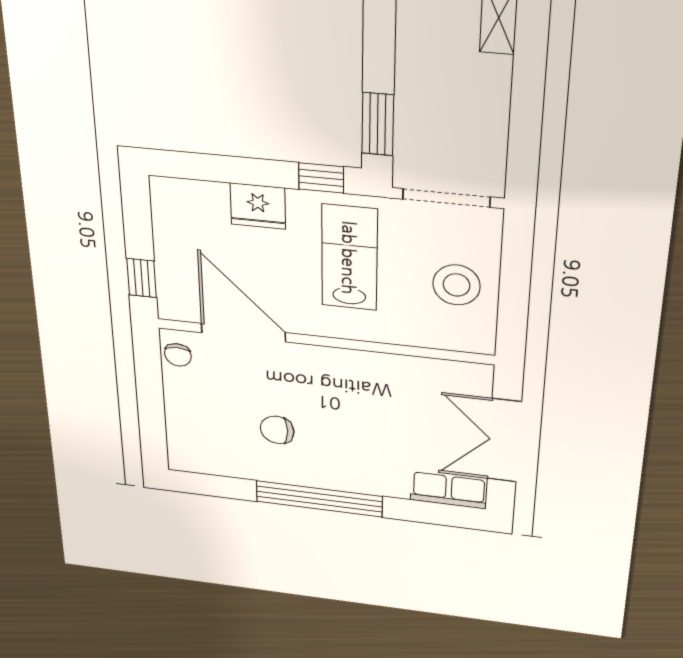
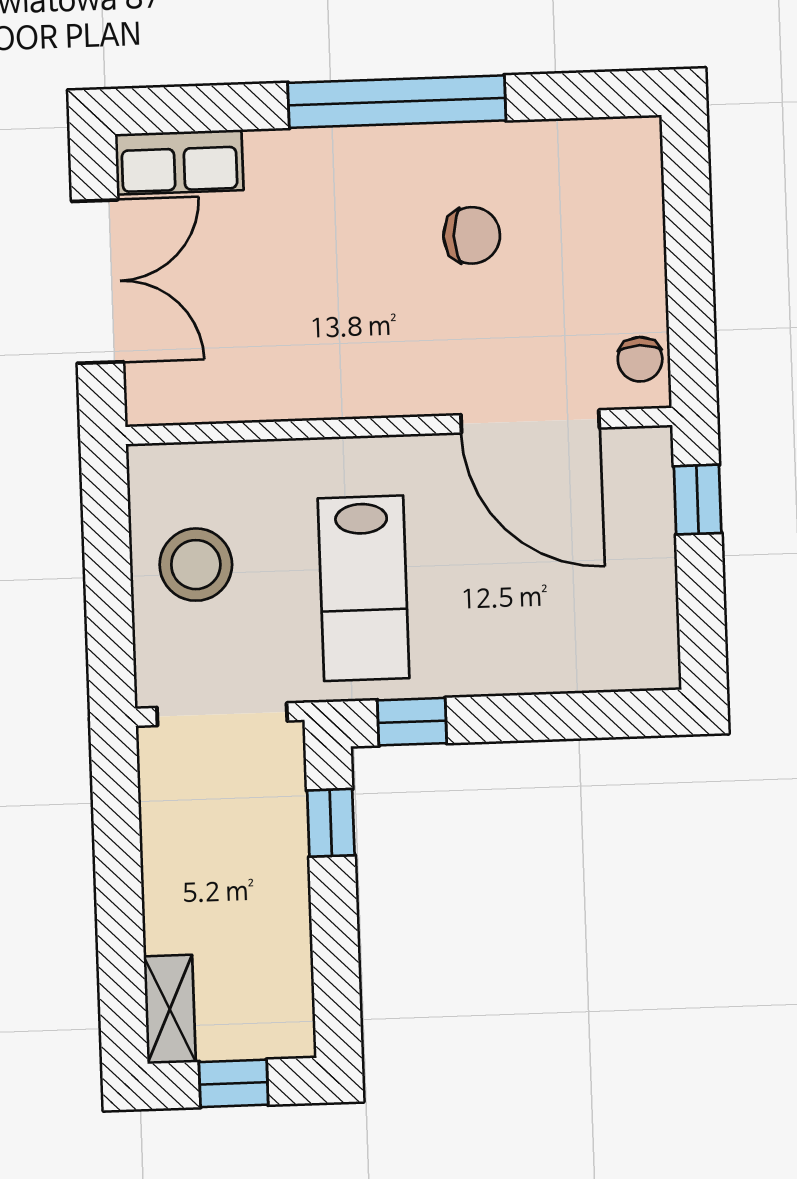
window: (378, 124) -> (331, 823), width x0.67
fridge: (258, 206) -> (509, 659), removed
chair: (178, 355) -> (640, 359), turned 180

